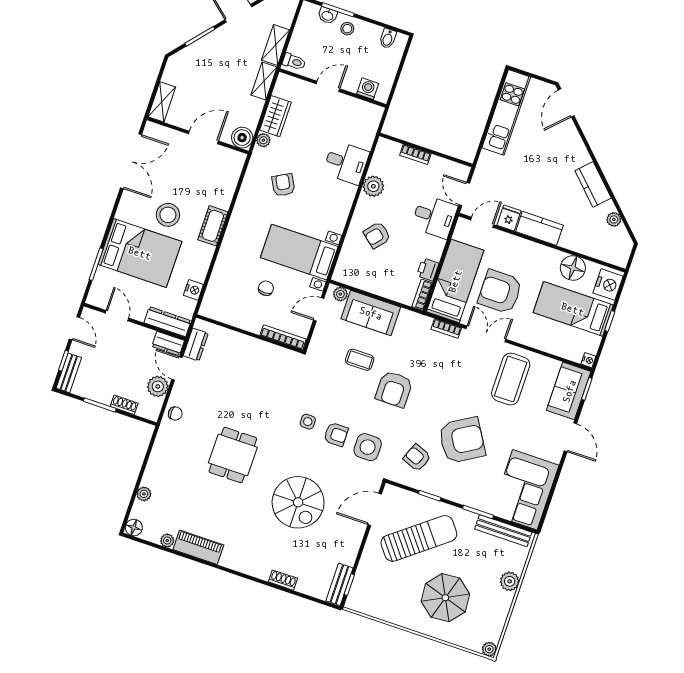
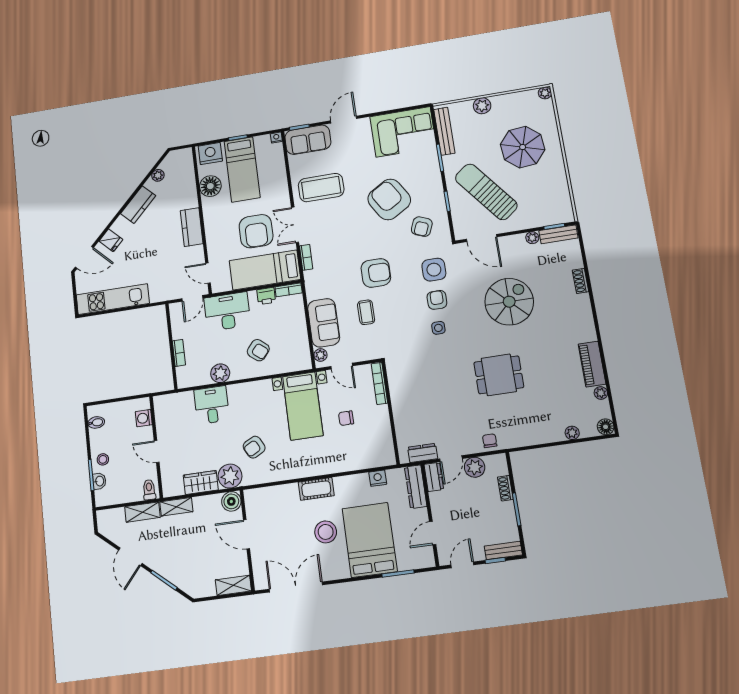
plant: (263, 140) -> (230, 476), width x1.87, depth x1.87
desk: (434, 217) -> (227, 312), width x1.37
fridge: (509, 218) -> (111, 240), moved, turned -135
plant: (349, 558) -> (532, 238), added

